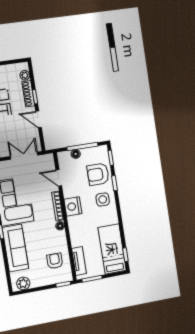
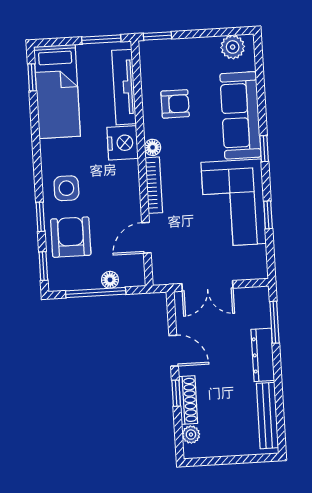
armchair: (98, 174) -> (71, 237), turned -90
door: (59, 178) -> (146, 238), swing flipped
nightstand: (73, 206) -> (123, 143), moved
armchair: (55, 261) -> (175, 104), moved, turned -90
tv unit: (79, 261) -> (124, 87), width x1.41

